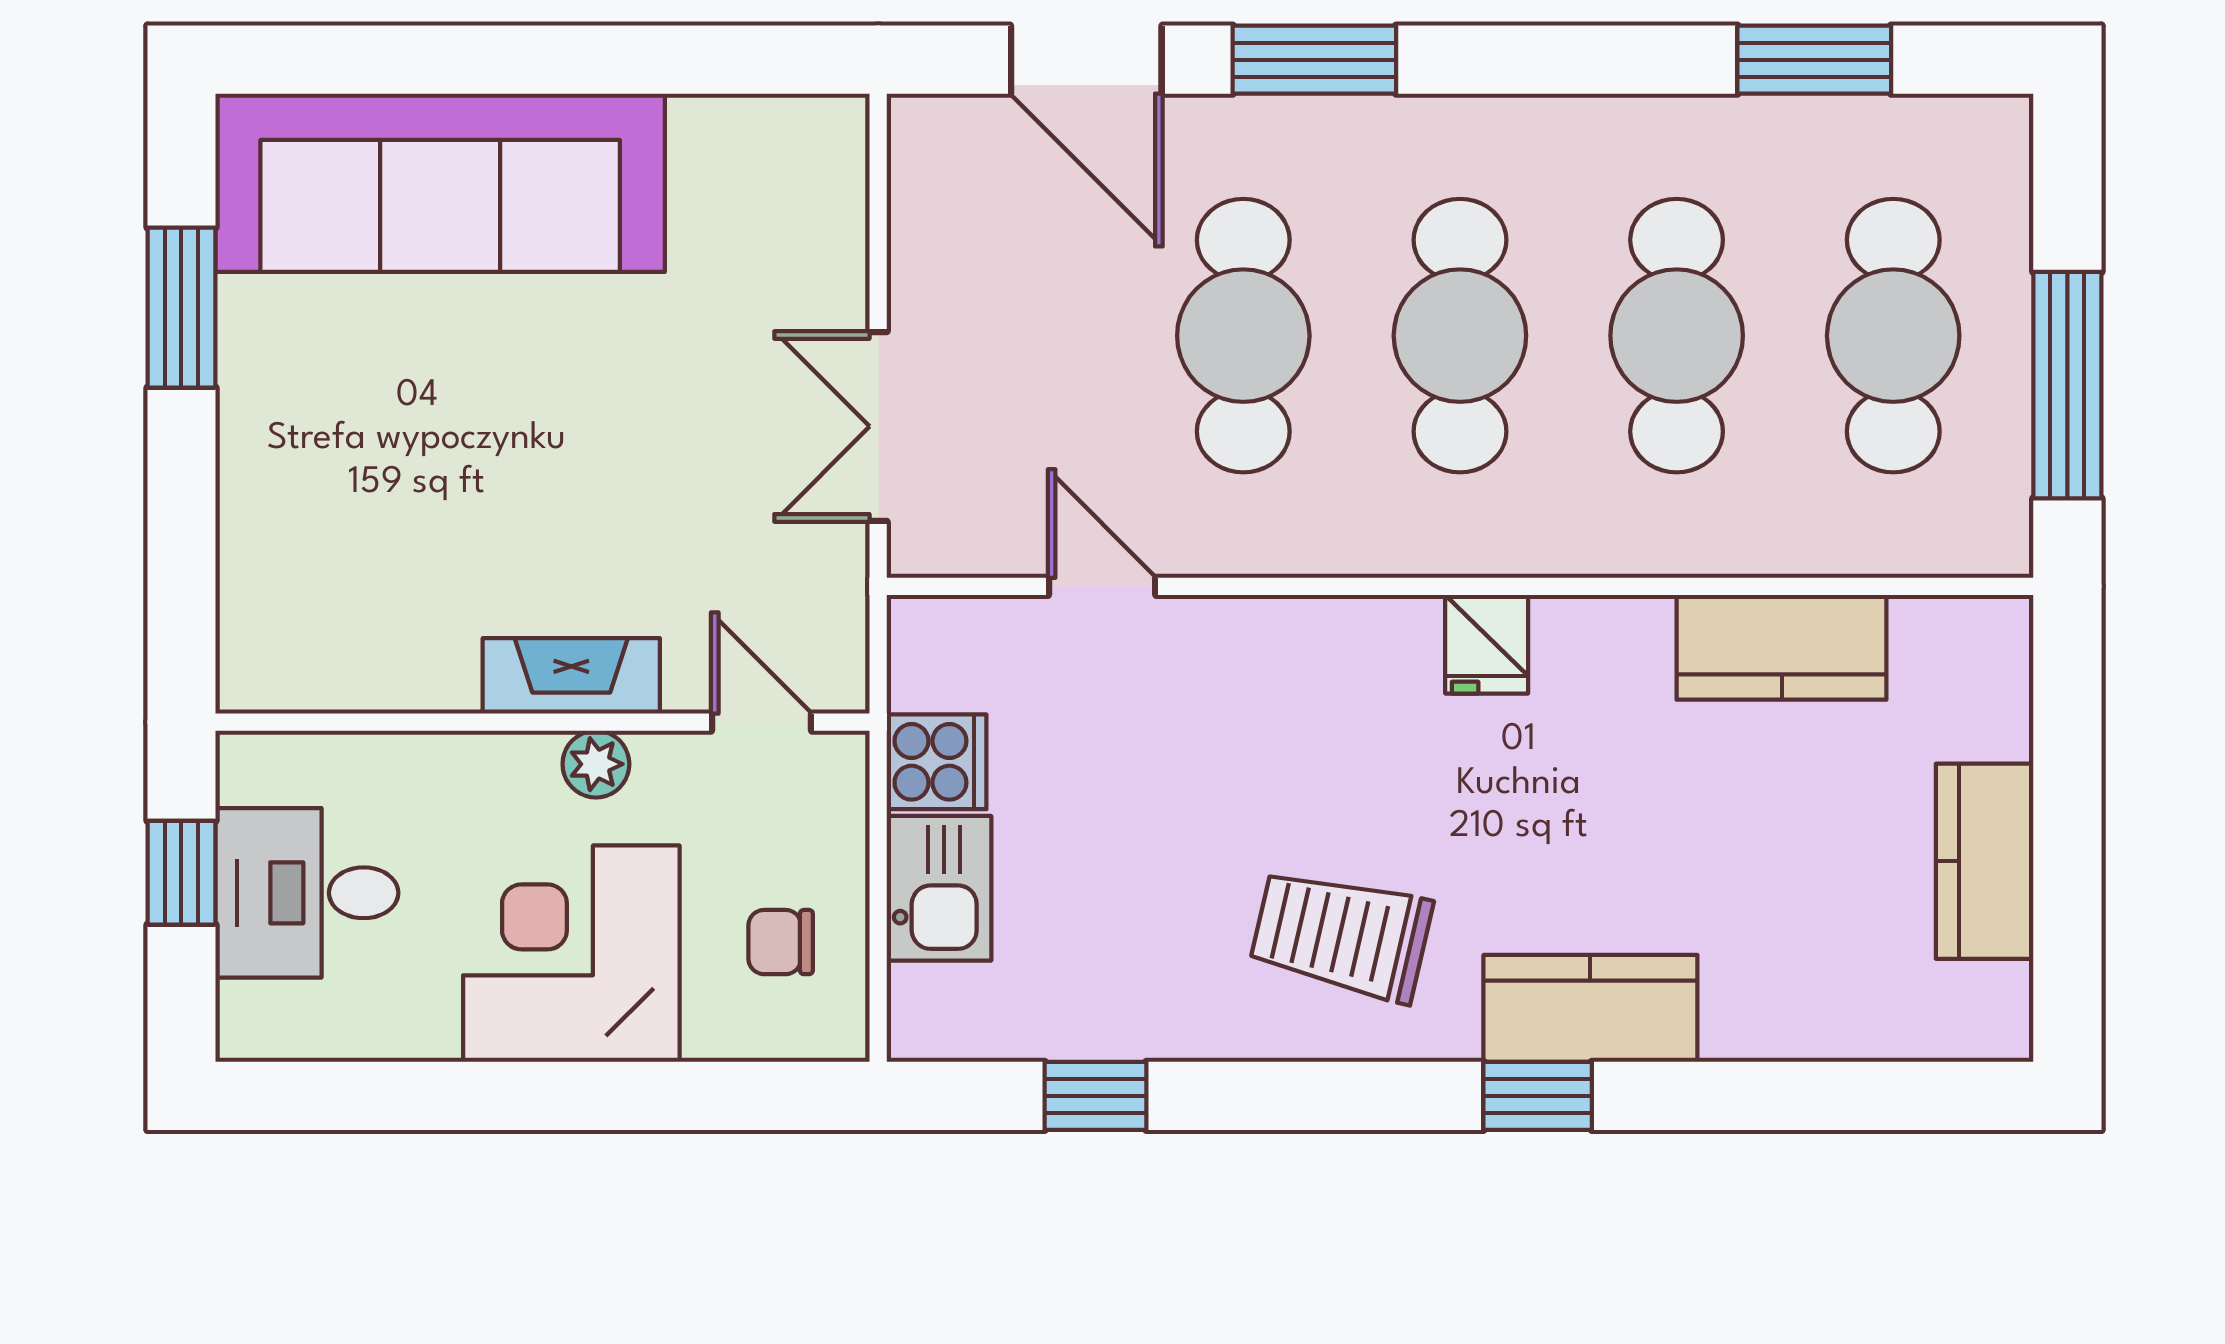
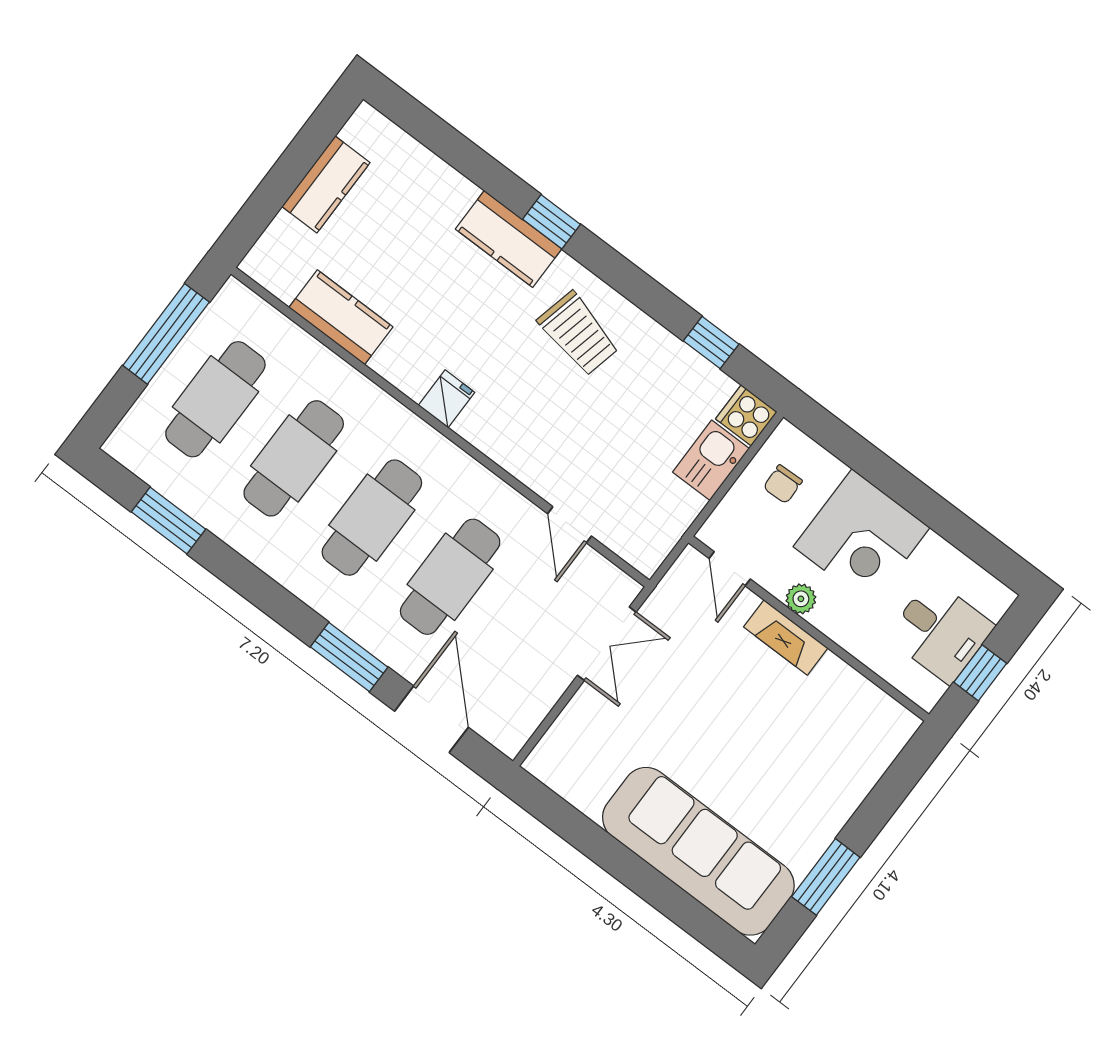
cooker: (936, 762) -> (746, 415), moved
chair: (781, 942) -> (783, 484), turned 88

